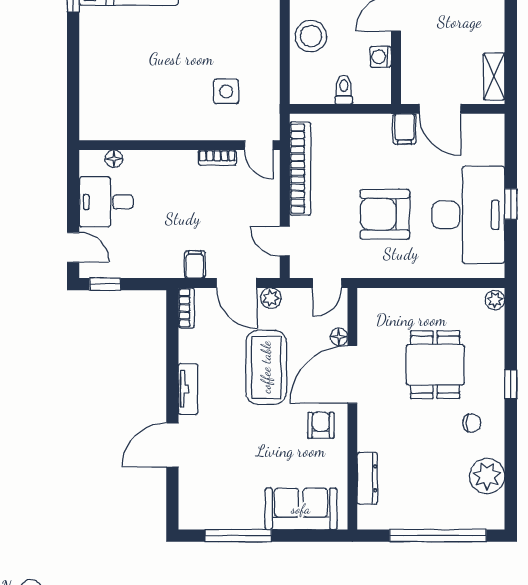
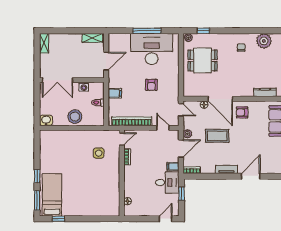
filing cabinet: (405, 129) -> (115, 93), moved
desk: (106, 202) -> (167, 183), moved, turned -90
window: (511, 204) -> (147, 31), width x2.17
armchair: (385, 214) -> (151, 85), width x0.53, depth x0.53
door: (285, 241) -> (163, 128), swing flipped
window: (105, 284) -> (181, 194), moved
dining table: (435, 365) -> (203, 60), moved
coffee table: (266, 367) -> (217, 136), width x0.73, depth x0.76
window: (511, 384) -> (203, 31), moved
door: (172, 445) -> (251, 176), swing flipped

